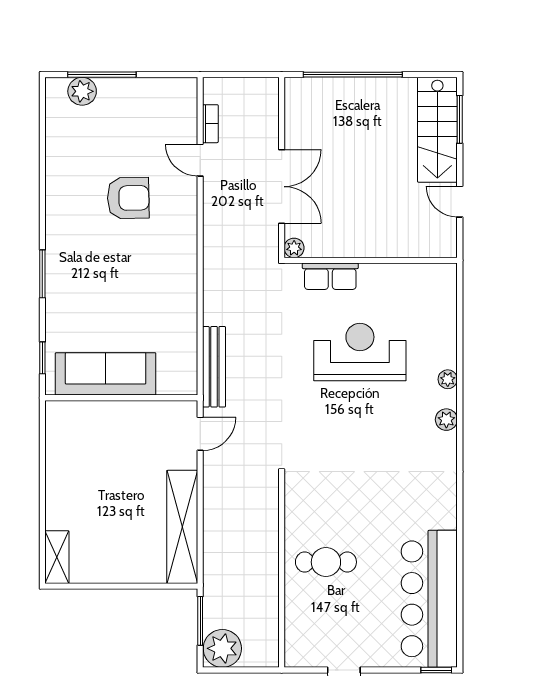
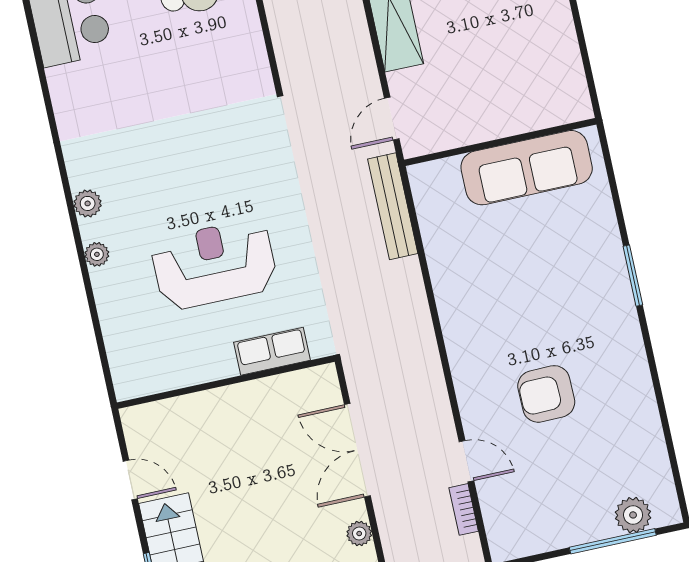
plant: (294, 248) -> (359, 533), moved
reception desk: (360, 352) -> (214, 264), turned 180
window: (42, 358) -> (610, 171), removed

